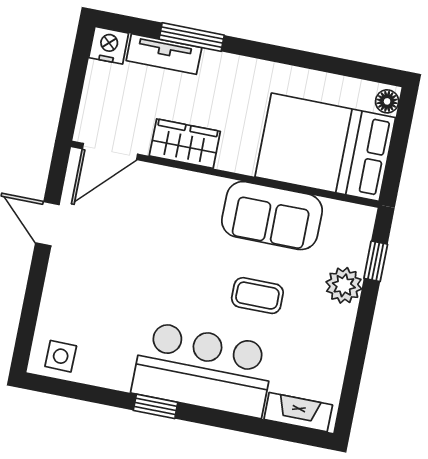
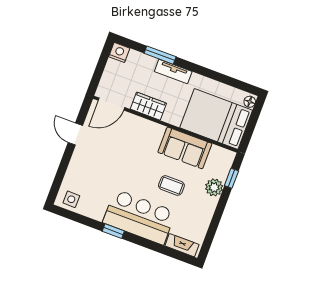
tv unit: (164, 54) -> (173, 71), moved

